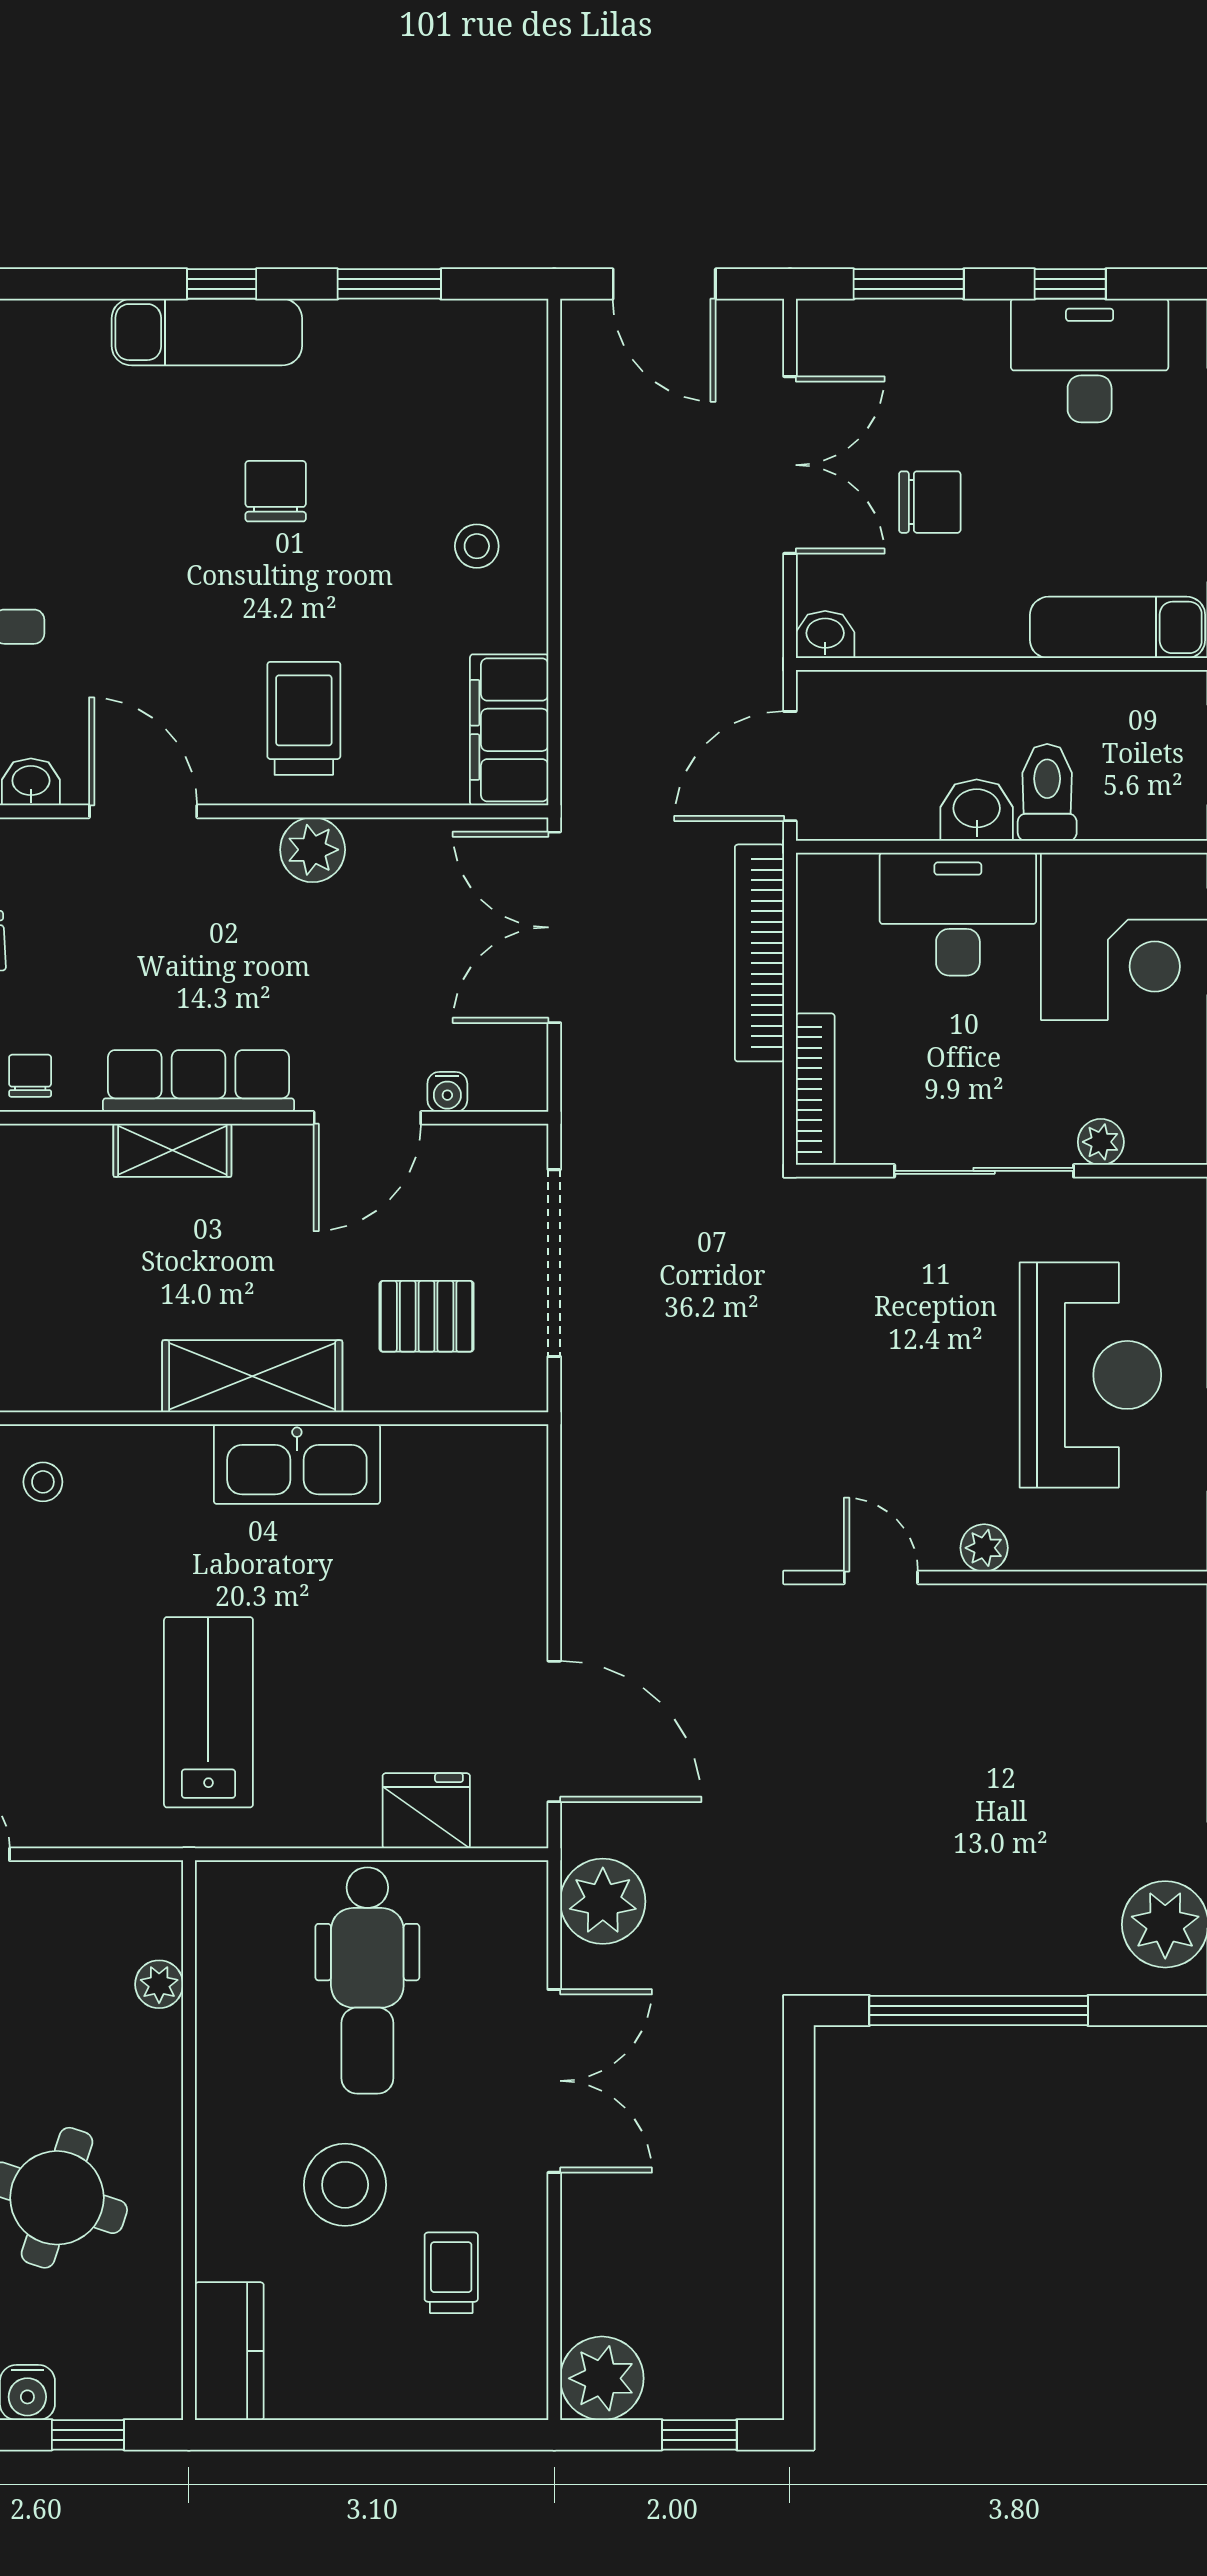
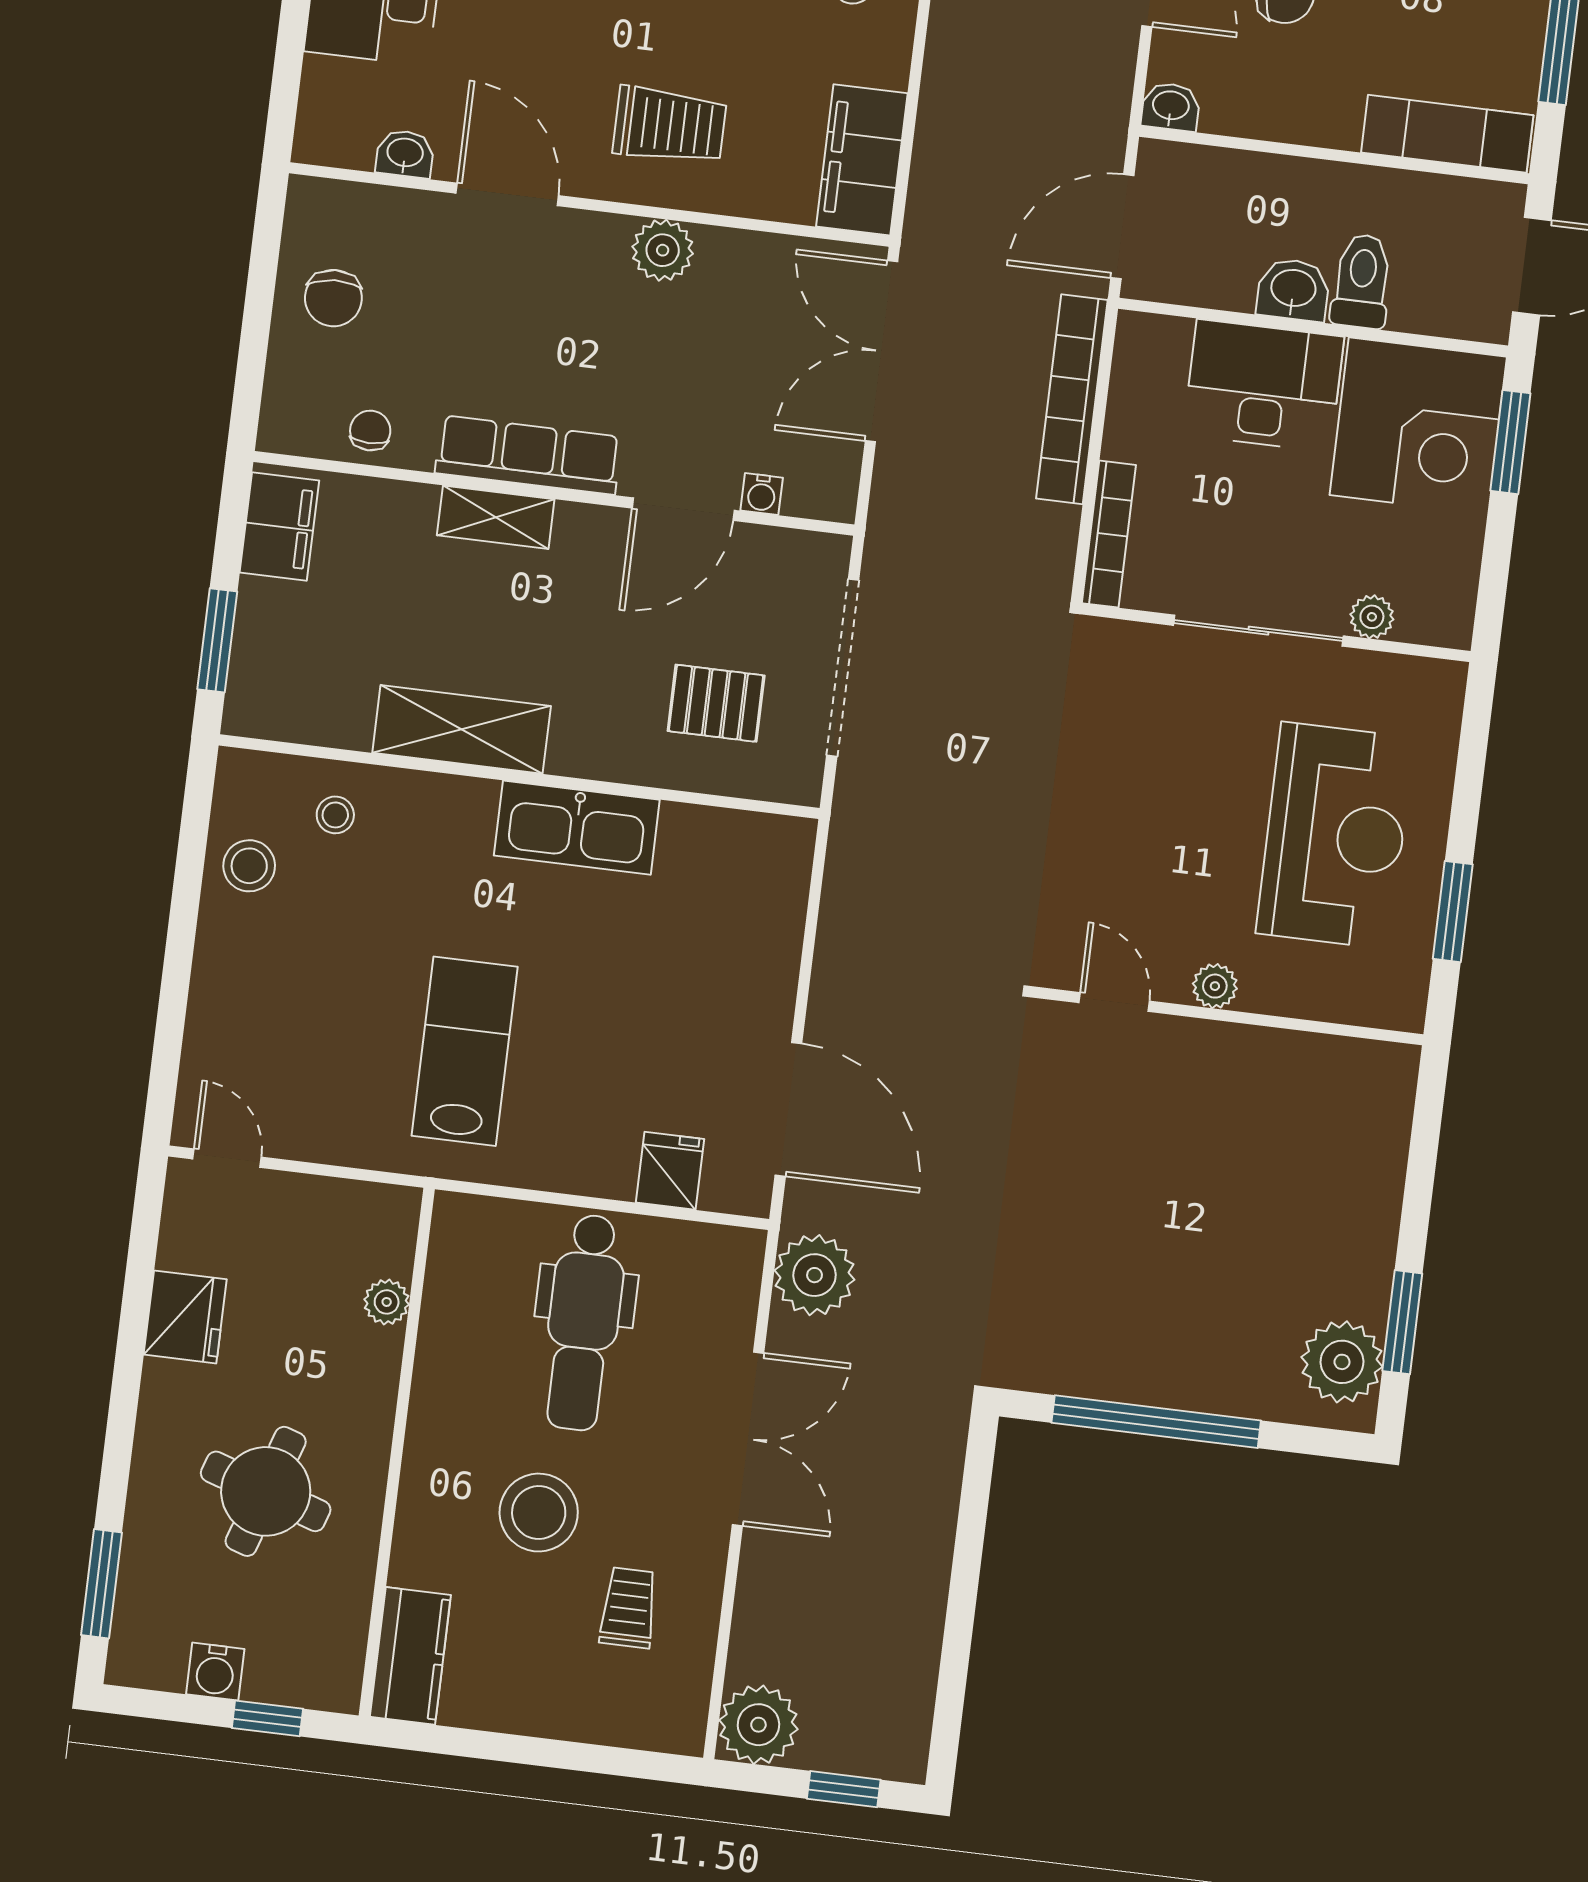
trolley: (304, 718) -> (670, 125), turned 90
shelving: (252, 1376) -> (462, 729), moved
fridge: (426, 1811) -> (670, 1171), width x0.72

